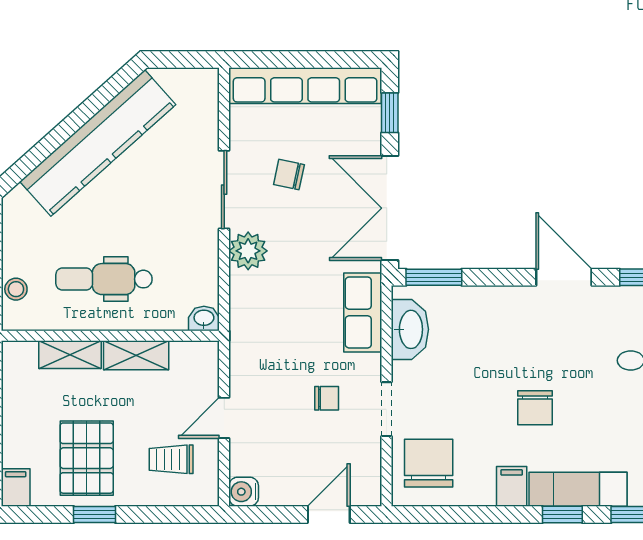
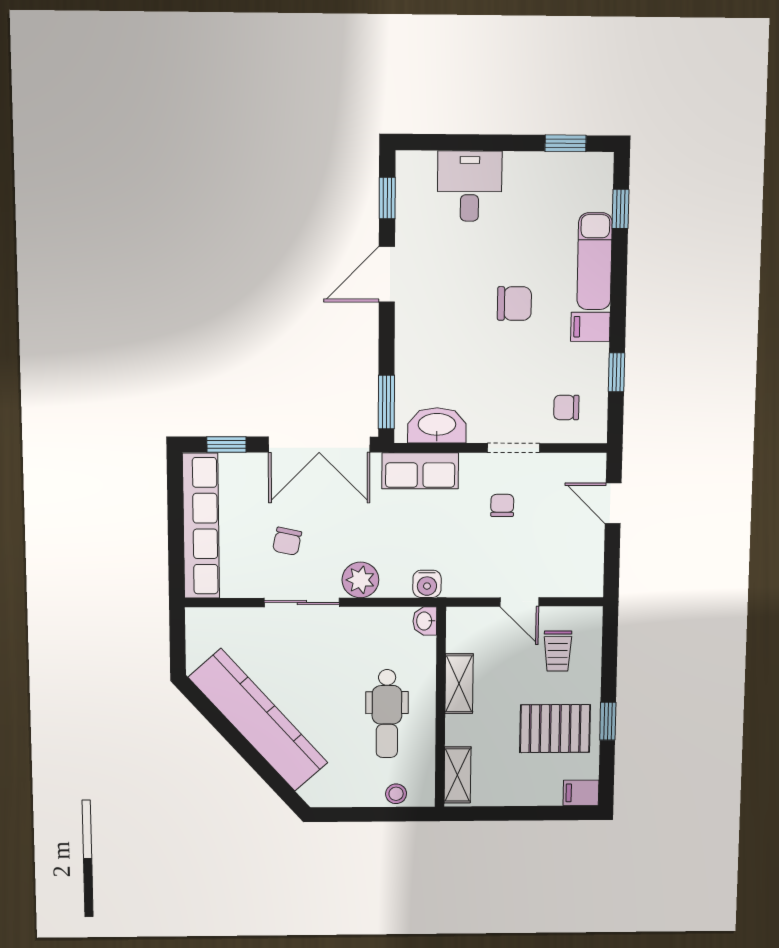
shelving: (70, 355) -> (457, 775), moved
chair: (429, 463) -> (566, 407), width x0.54, depth x0.54
water cooler: (244, 492) -> (427, 584), moved
window: (562, 514) -> (616, 372), moved

